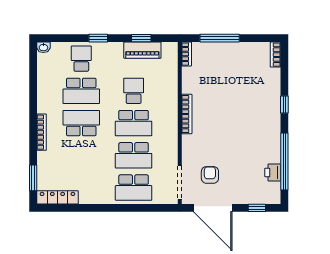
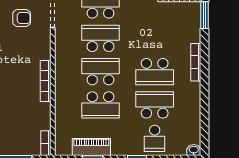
school desk: (134, 91) -> (101, 105), width x1.85
armchair: (210, 175) -> (22, 18), turned -90

